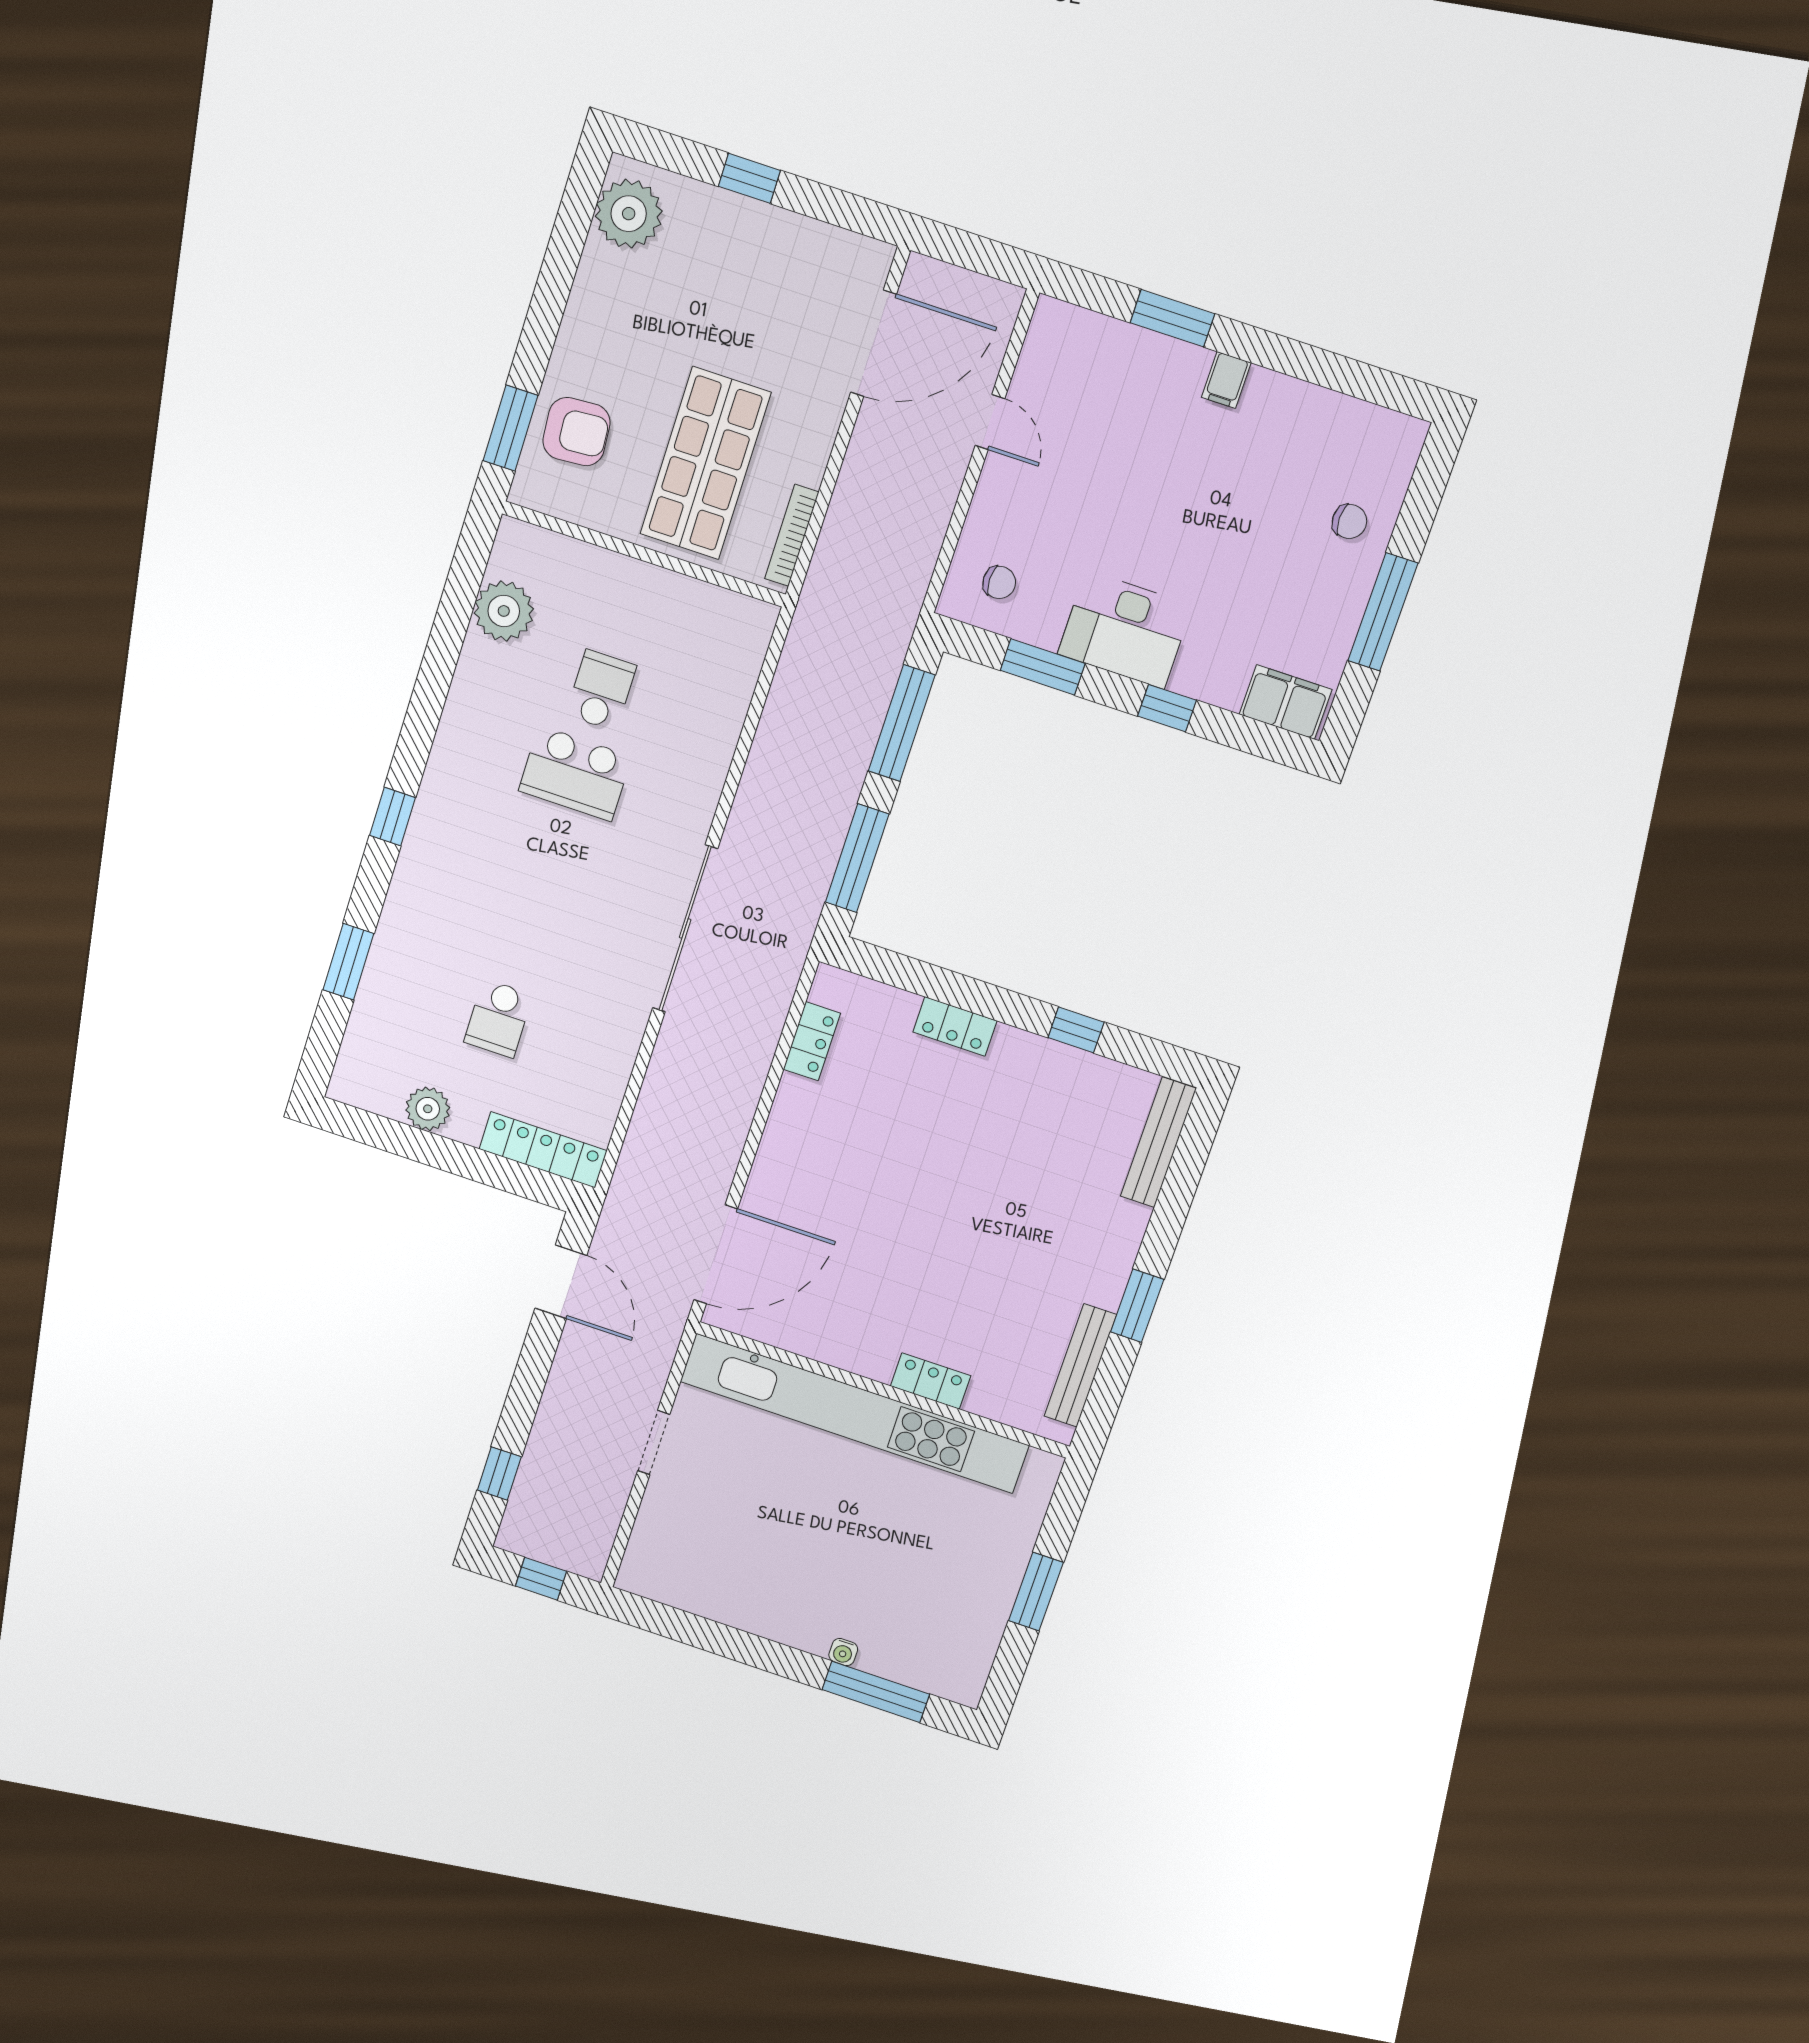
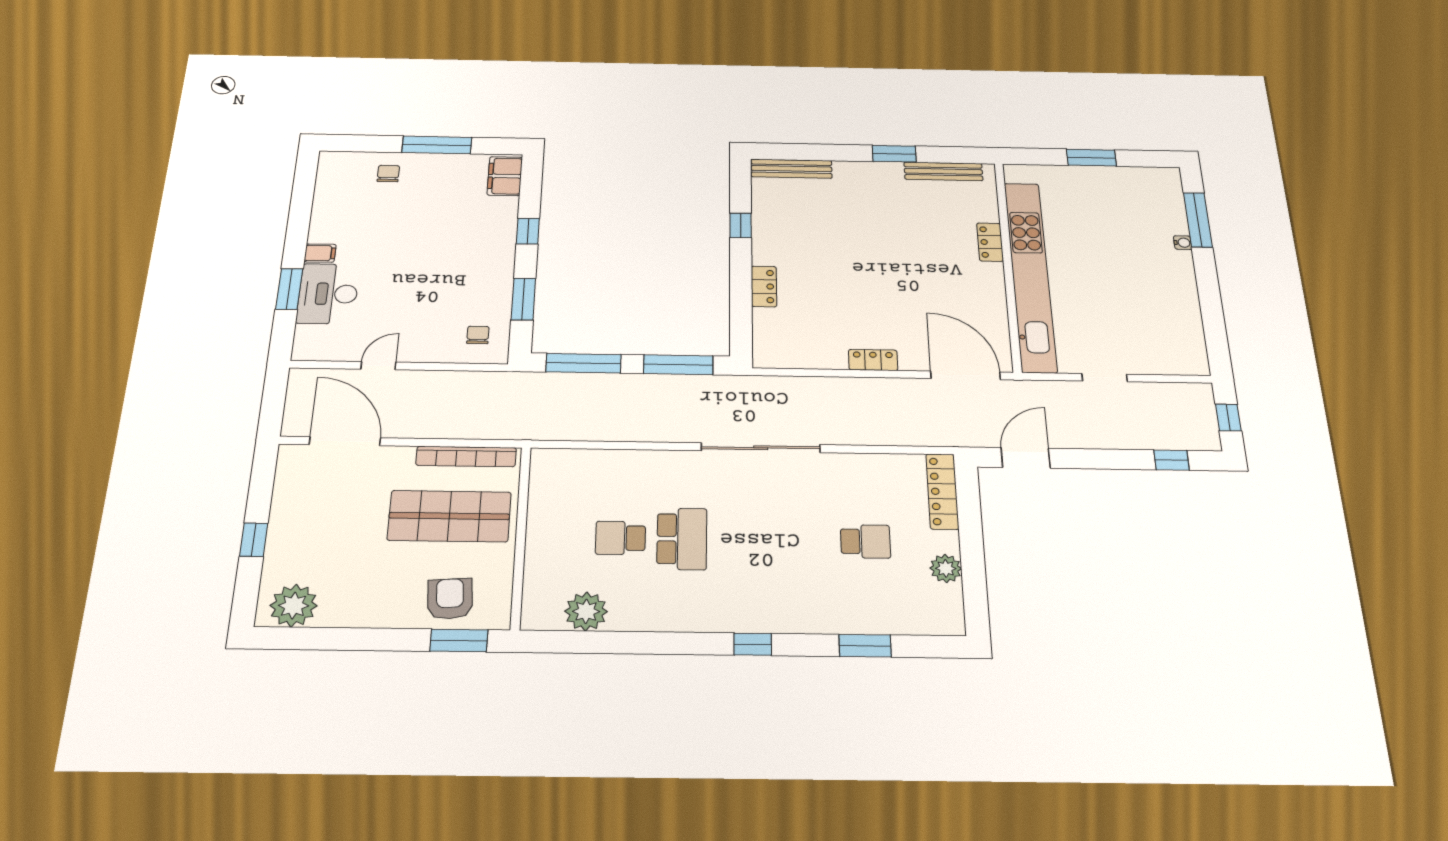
bookcase: (792, 535) -> (466, 456), width x1.48, depth x1.31
desk: (1125, 630) -> (328, 294), moved, turned 180
locker: (812, 1041) -> (873, 360), moved

